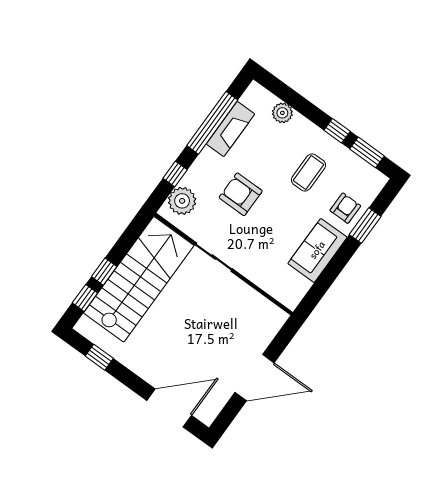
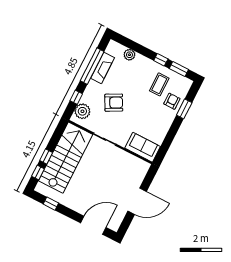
coffee table: (308, 173) -> (159, 84), moved
armchair: (241, 194) -> (114, 103), turned 152
sofa: (317, 250) -> (143, 147), moved, turned 90

